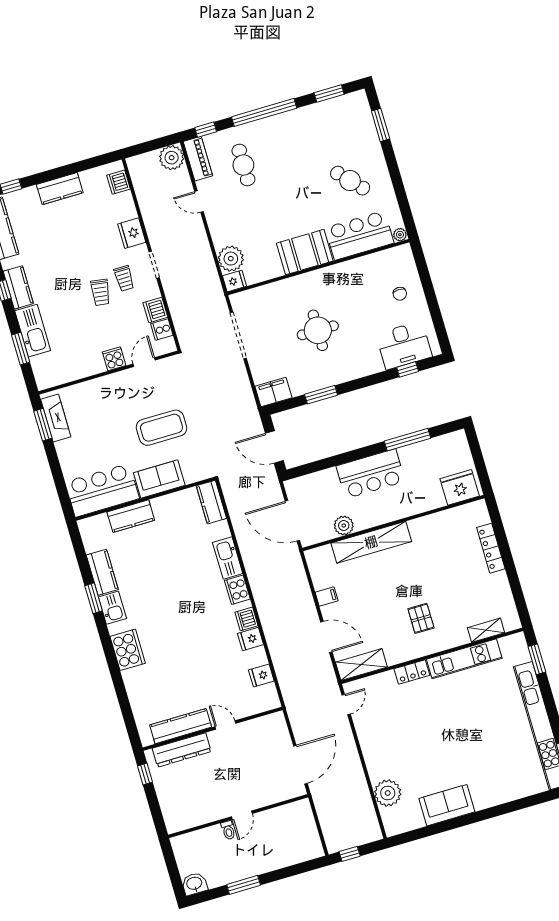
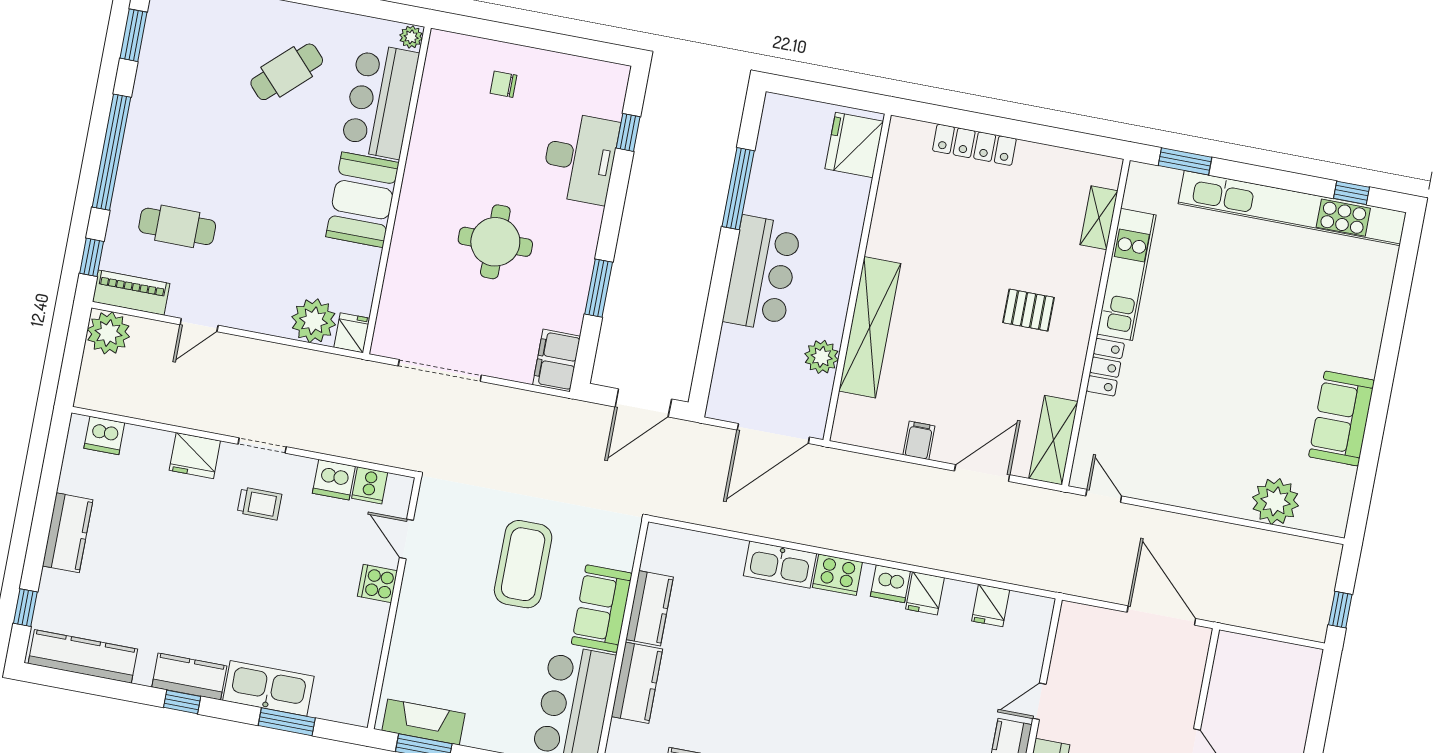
trolley: (100, 292) -> (262, 552), removed
chair: (400, 294) -> (503, 84), turned 180
desk: (404, 345) -> (580, 158), moved
kitchen counter: (211, 502) -> (650, 608), moved, turned -90

